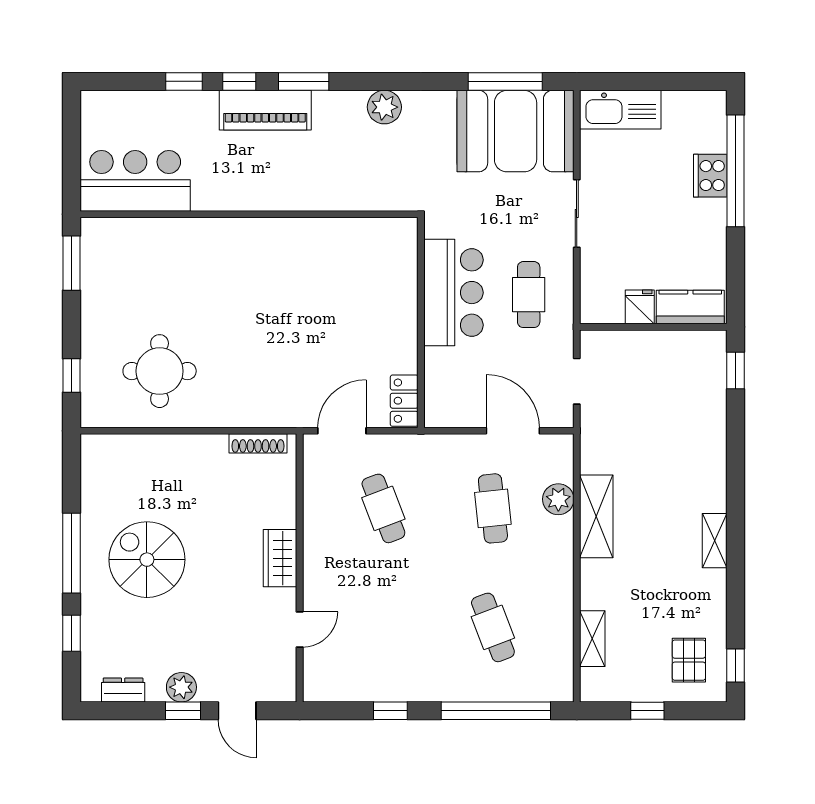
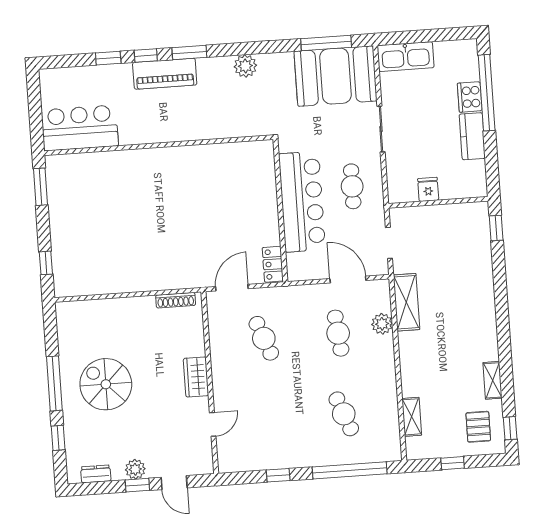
bar counter: (453, 293) -> (302, 202), width x1.36
kitchen counter: (690, 307) -> (472, 136), moved, turned -90
round table: (160, 371) -> (105, 256), removed
shelving: (596, 516) -> (406, 302), moved
shelving: (715, 541) -> (493, 380), moved

